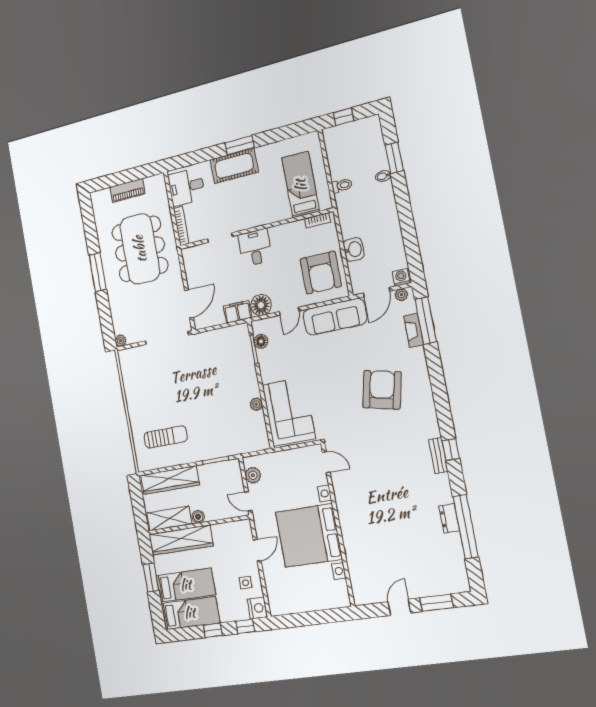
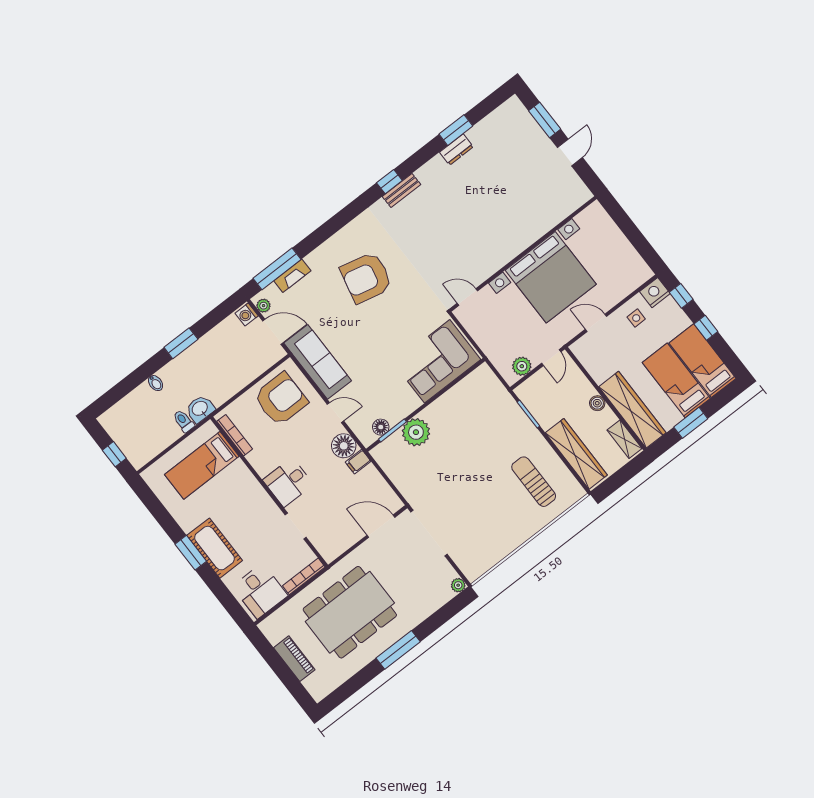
window: (394, 158) -> (181, 343), moved
bookcase: (318, 220) -> (235, 435), width x1.56
washbasin: (354, 249) -> (200, 409), moved
filing cabinet: (238, 312) -> (358, 462), width x0.50
plant: (256, 404) -> (416, 432), moved, width x1.88, depth x1.88
door: (326, 462) -> (467, 297), hinge flipped
shelving: (169, 518) -> (624, 439), width x0.67, depth x0.75
window: (466, 527) -> (456, 130), width x0.47
door: (399, 607) -> (570, 152), swing flipped

